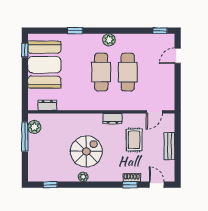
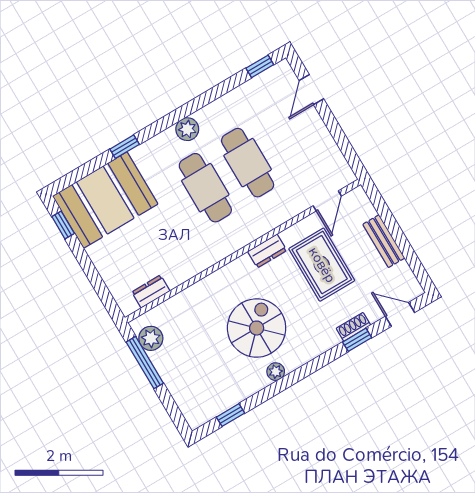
booth: (44, 65) -> (105, 200), moved, turned 90
rug: (134, 140) -> (322, 265), width x1.36, depth x1.43

